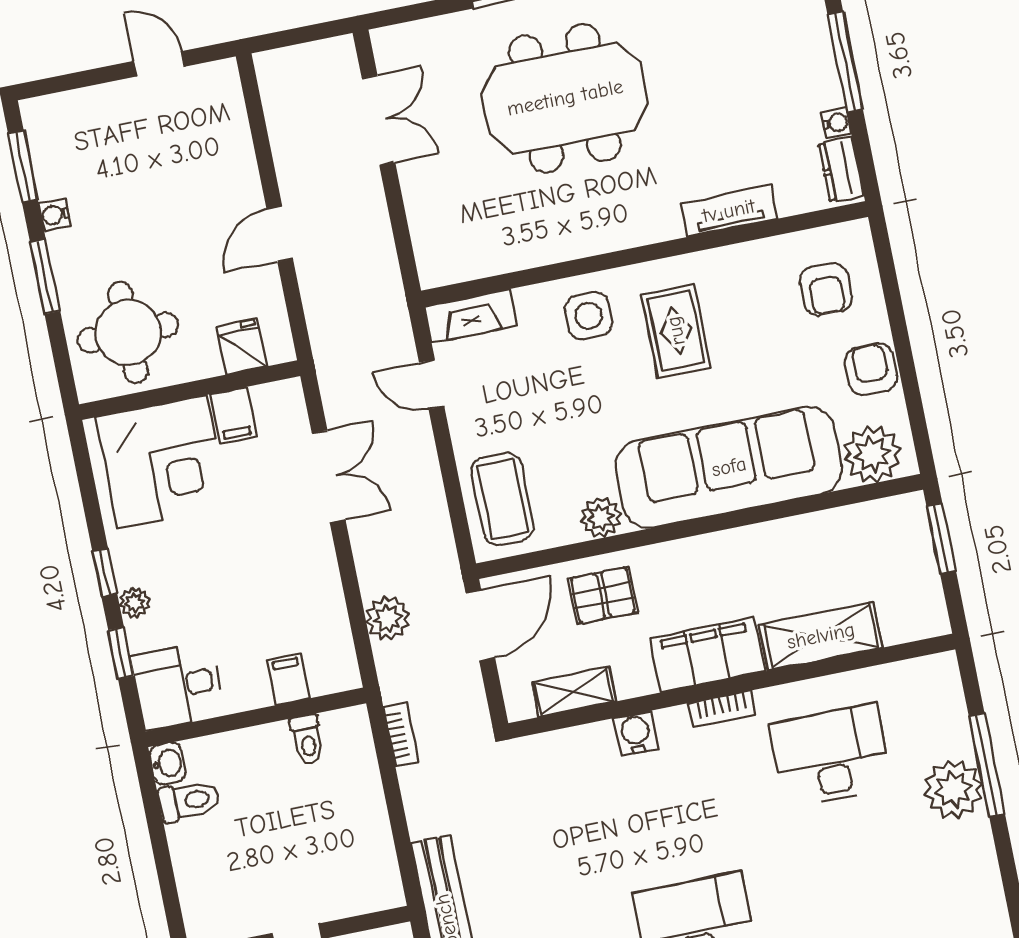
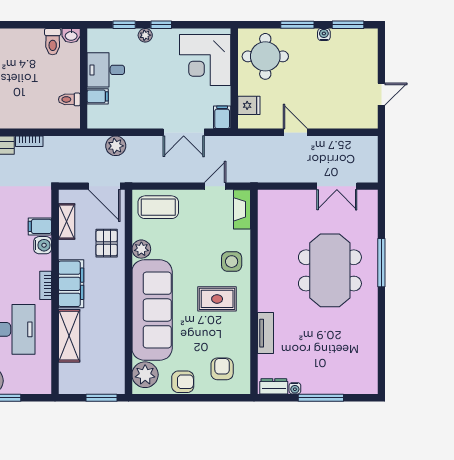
armchair: (826, 290) -> (222, 369), turned 90
filing cabinet: (233, 415) -> (222, 117), moved, turned 90
desk: (178, 686) -> (106, 70), moved, turned -90
bookcase: (401, 735) -> (29, 141), moved
filing cabinet: (596, 748) -> (40, 226), added

